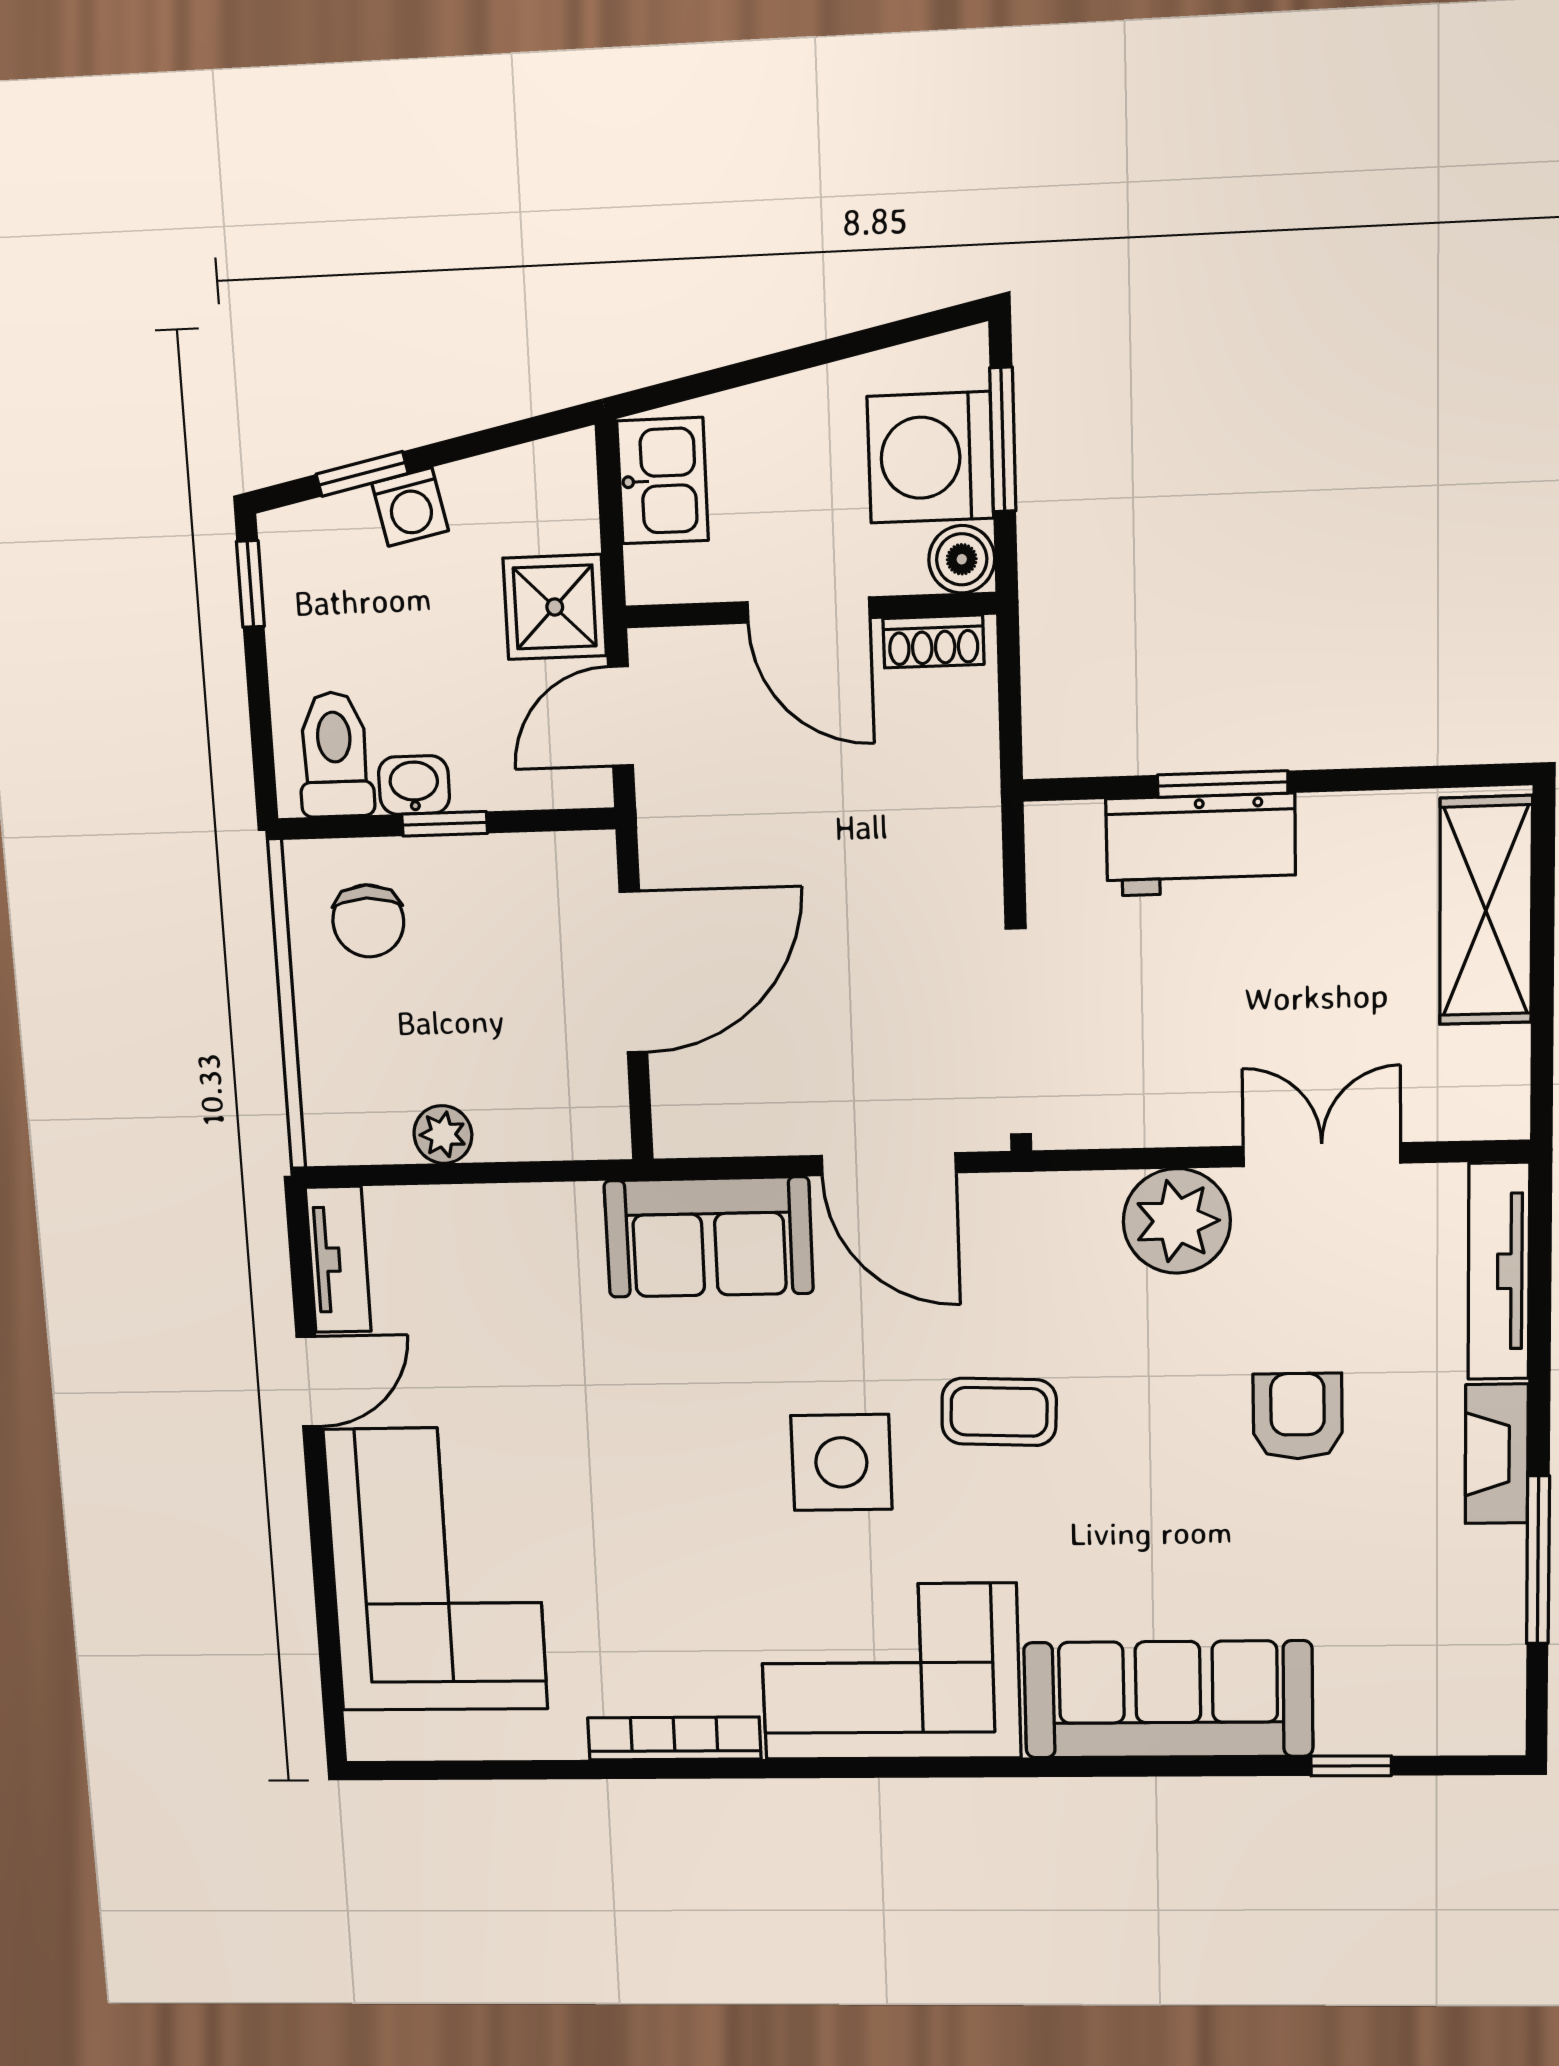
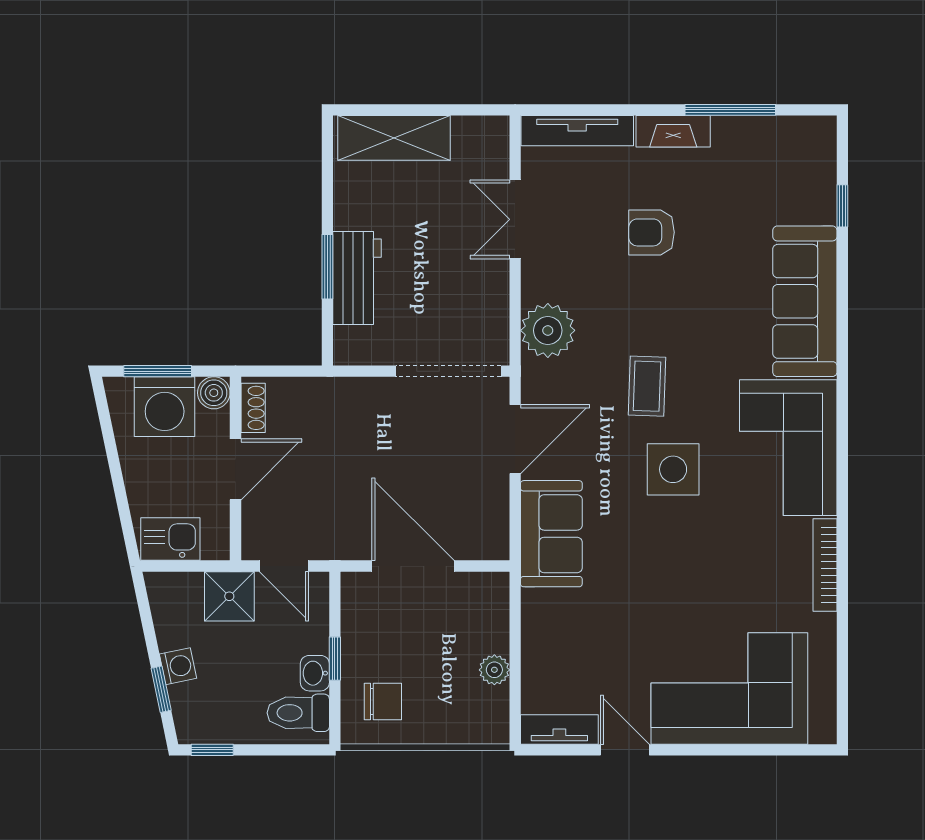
plant: (1177, 1221) -> (548, 330), moved

